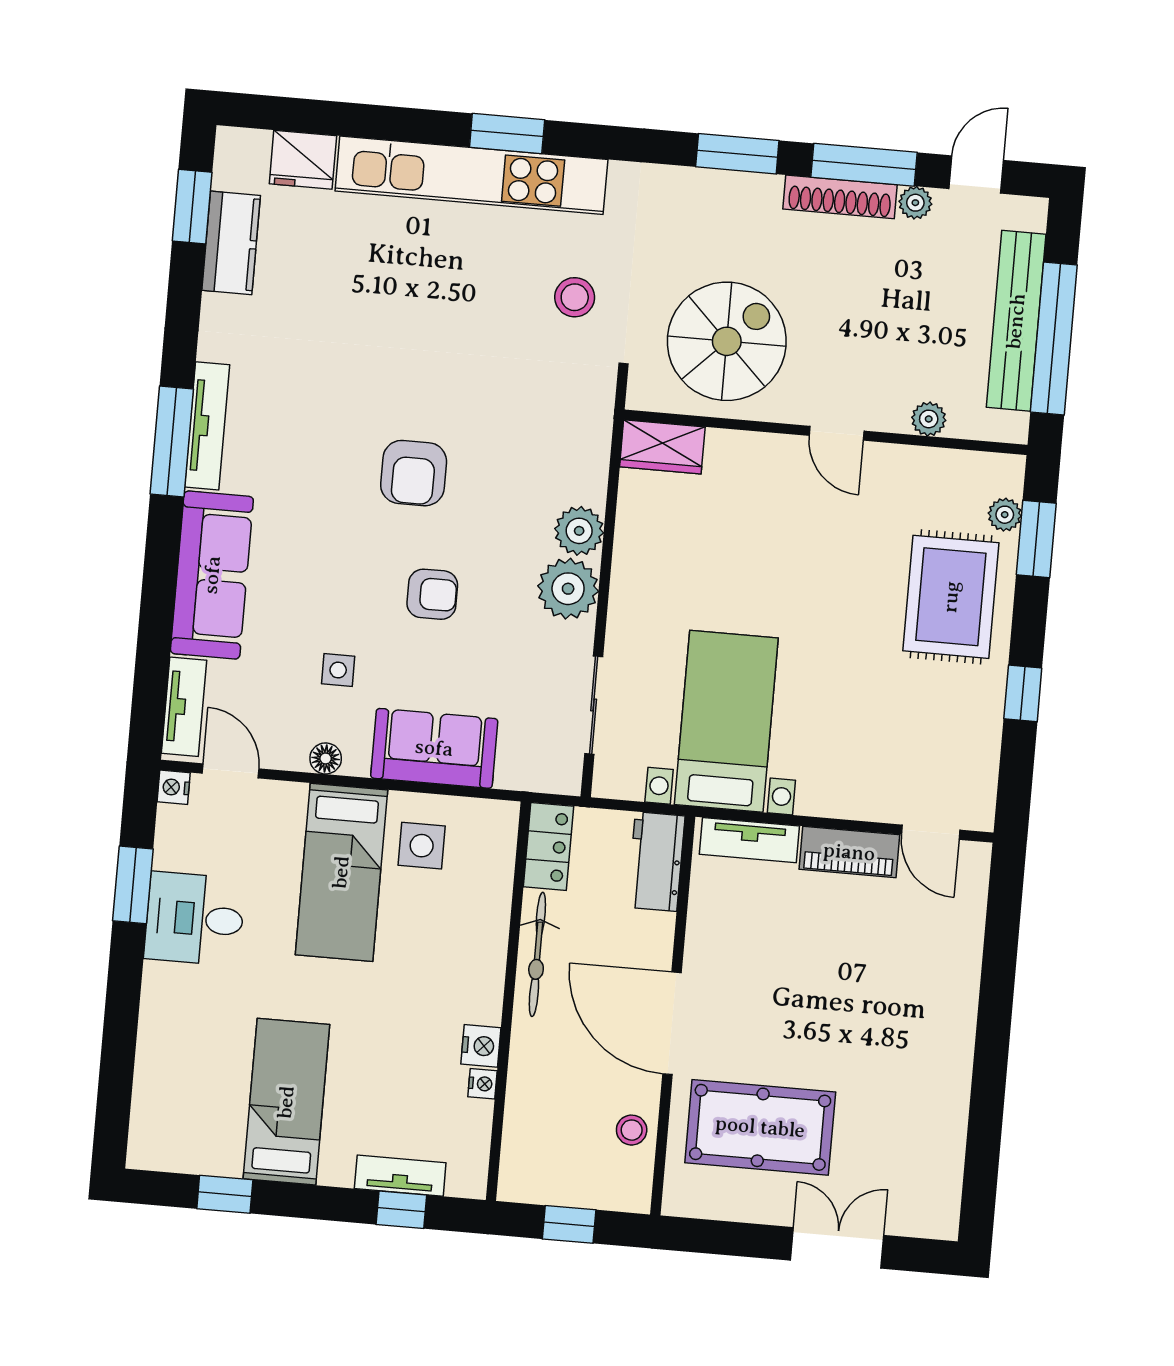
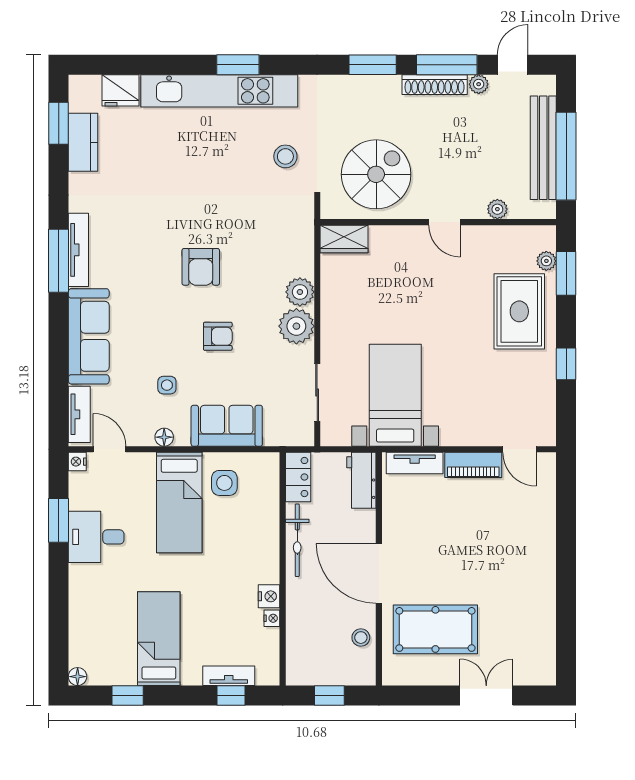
floor lamp: (142, 1154) -> (78, 677), added

